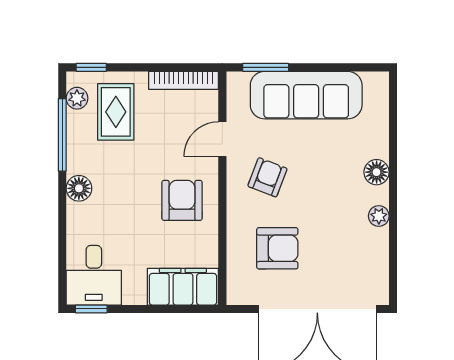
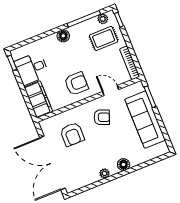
desk: (94, 275) -> (32, 69), moved

